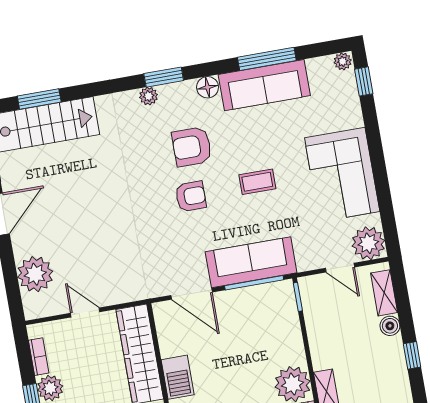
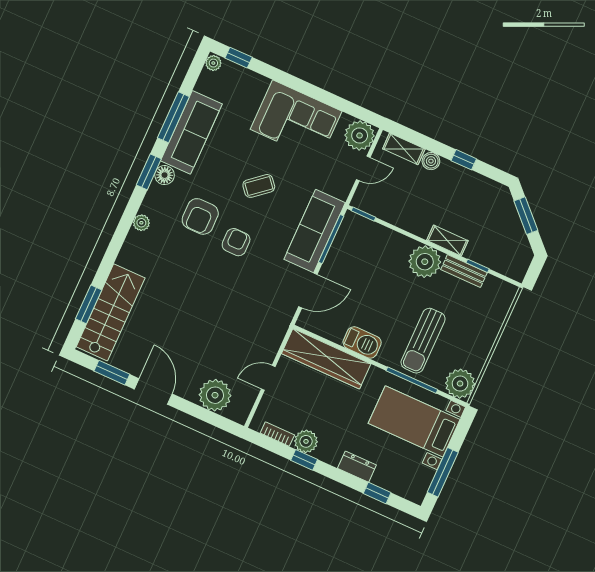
window: (164, 77) -> (149, 172), moved
coffee table: (257, 182) -> (259, 186), turned 50

